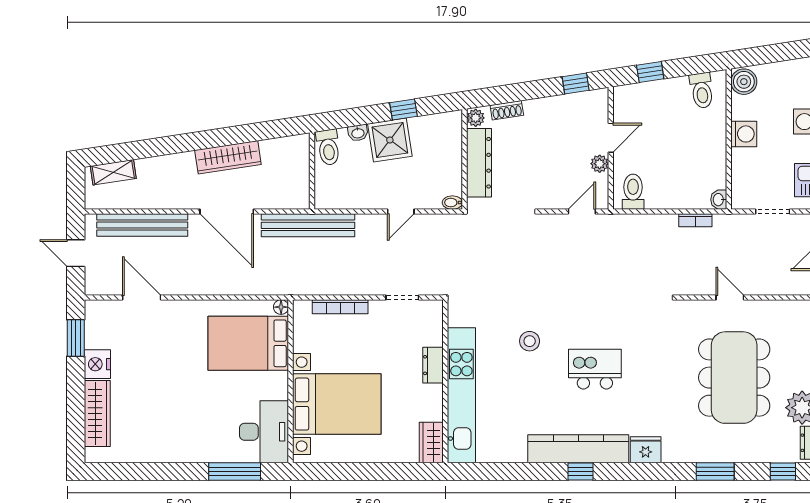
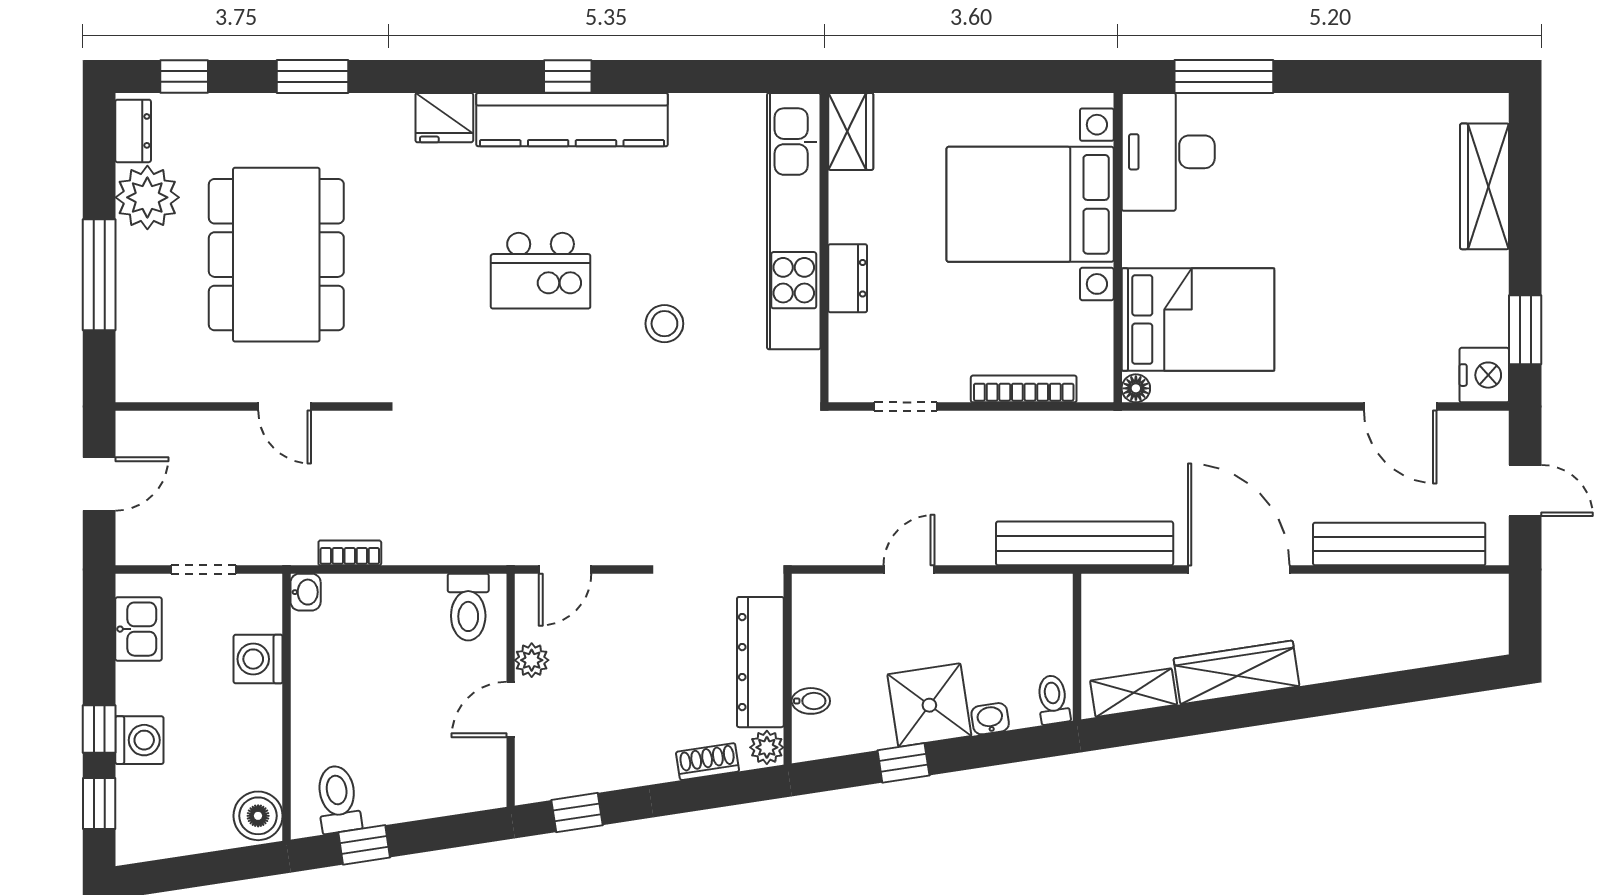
window: (650, 72) -> (364, 845), moved
washing machine: (744, 134) -> (258, 659), moved
toilet: (328, 147) -> (1053, 700), width x0.73, depth x0.72
shelving: (113, 172) -> (1134, 693), moved
bidet: (452, 203) -> (811, 701), moved
nightstand: (97, 364) -> (1484, 375), moved

